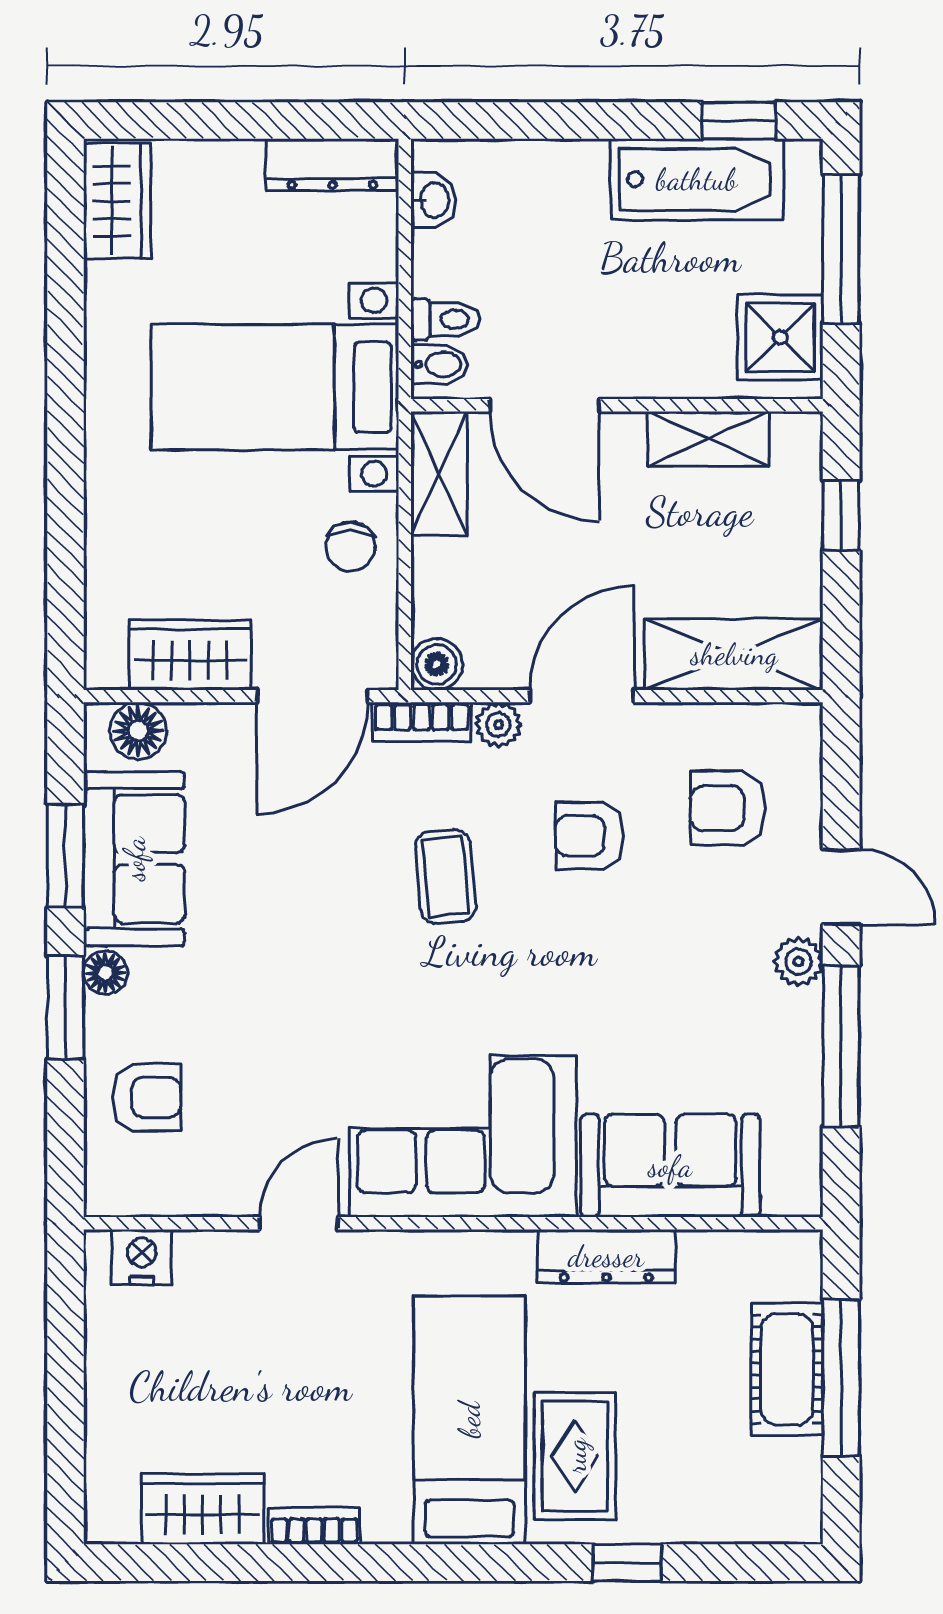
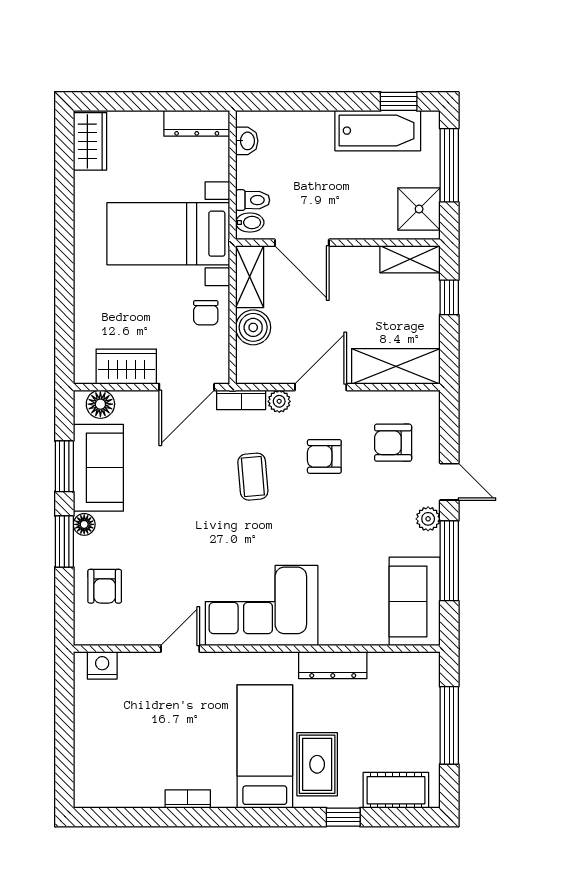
shelving: (708, 439) -> (410, 259), moved
boiler: (437, 664) -> (253, 327), moved, width x1.36, depth x1.36
armchair: (147, 1097) -> (105, 586), turned 90
sofa: (670, 1166) -> (415, 601), moved, turned -90
cot: (787, 1369) -> (396, 790), moved, turned 90
wardrobe: (203, 1509) -> (132, 791), removed

